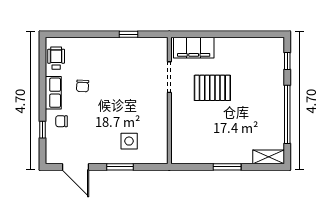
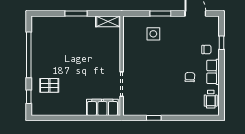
pallet: (212, 88) -> (49, 85), moved, width x0.67, depth x0.71
shelving: (269, 157) -> (108, 21), moved

